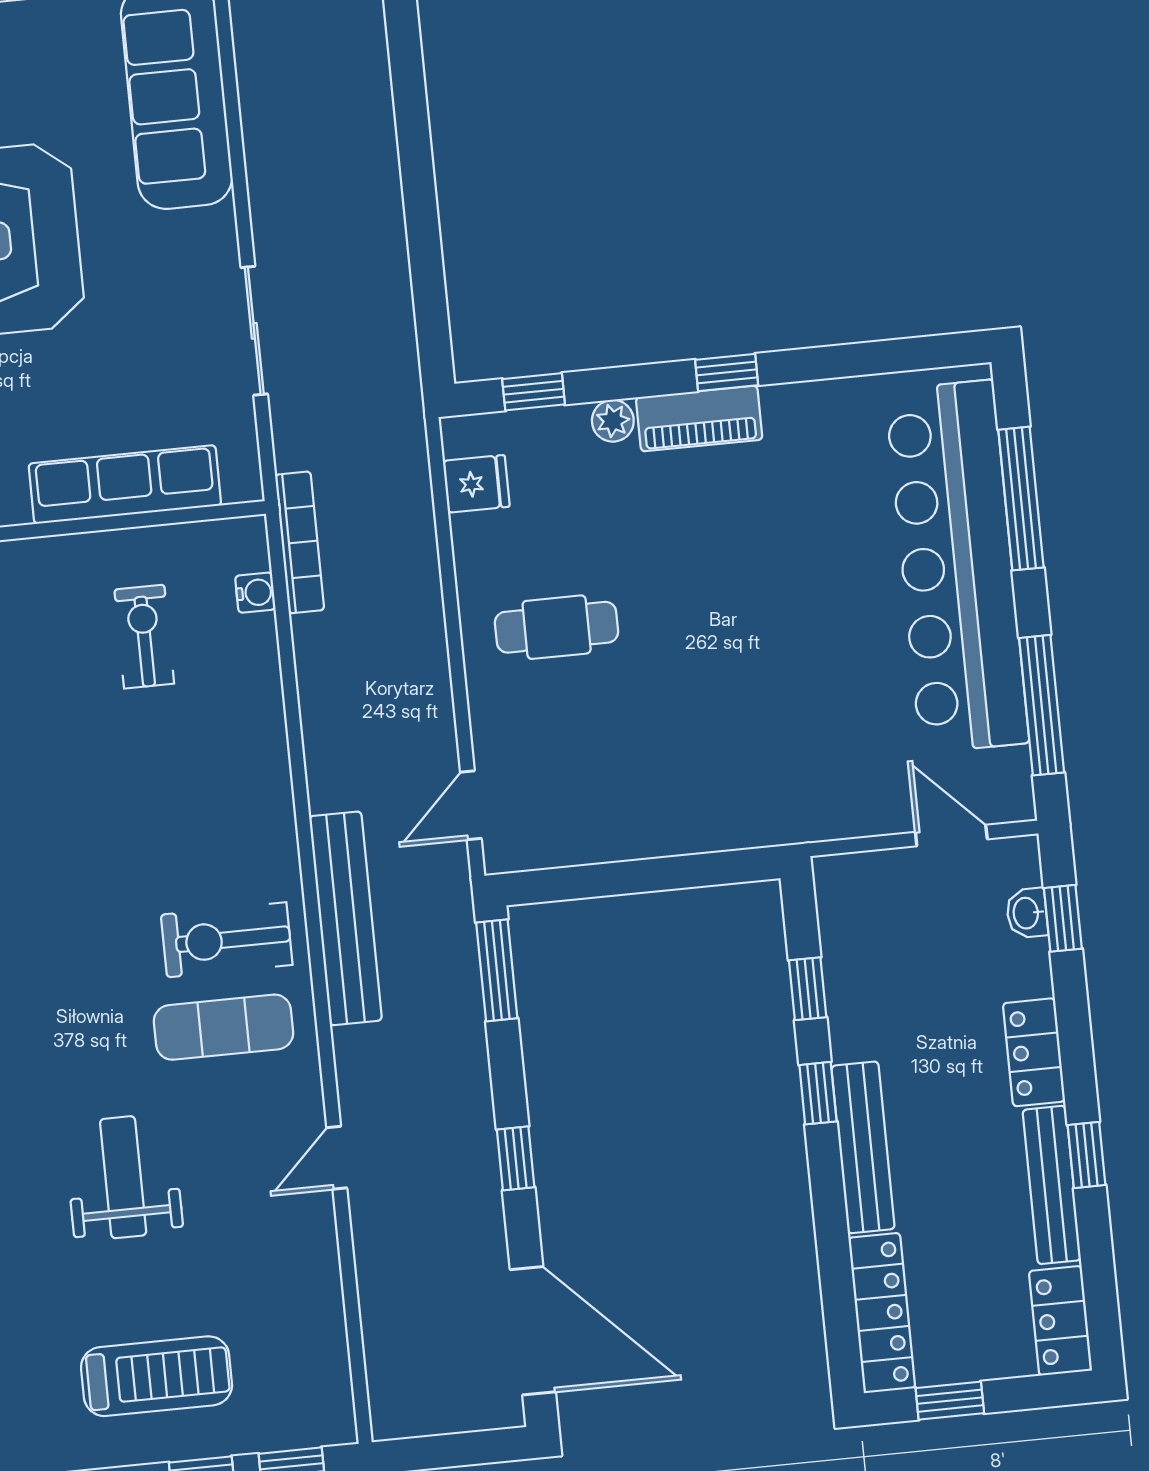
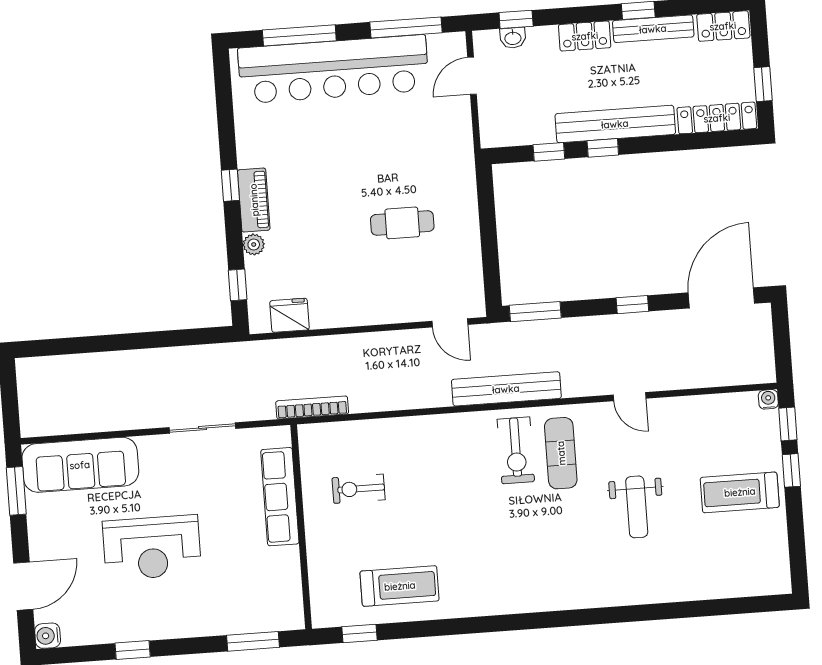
fridge: (476, 484) -> (289, 315), width x1.38
water cooler: (255, 593) -> (768, 399), moved
cafe table: (557, 627) -> (402, 223), moved, turned 90
bench: (863, 1147) -> (615, 124), width x1.37, depth x1.21
weight bench: (123, 1177) -> (637, 507), turned -90
treadmill: (157, 1376) -> (740, 492), turned -90

